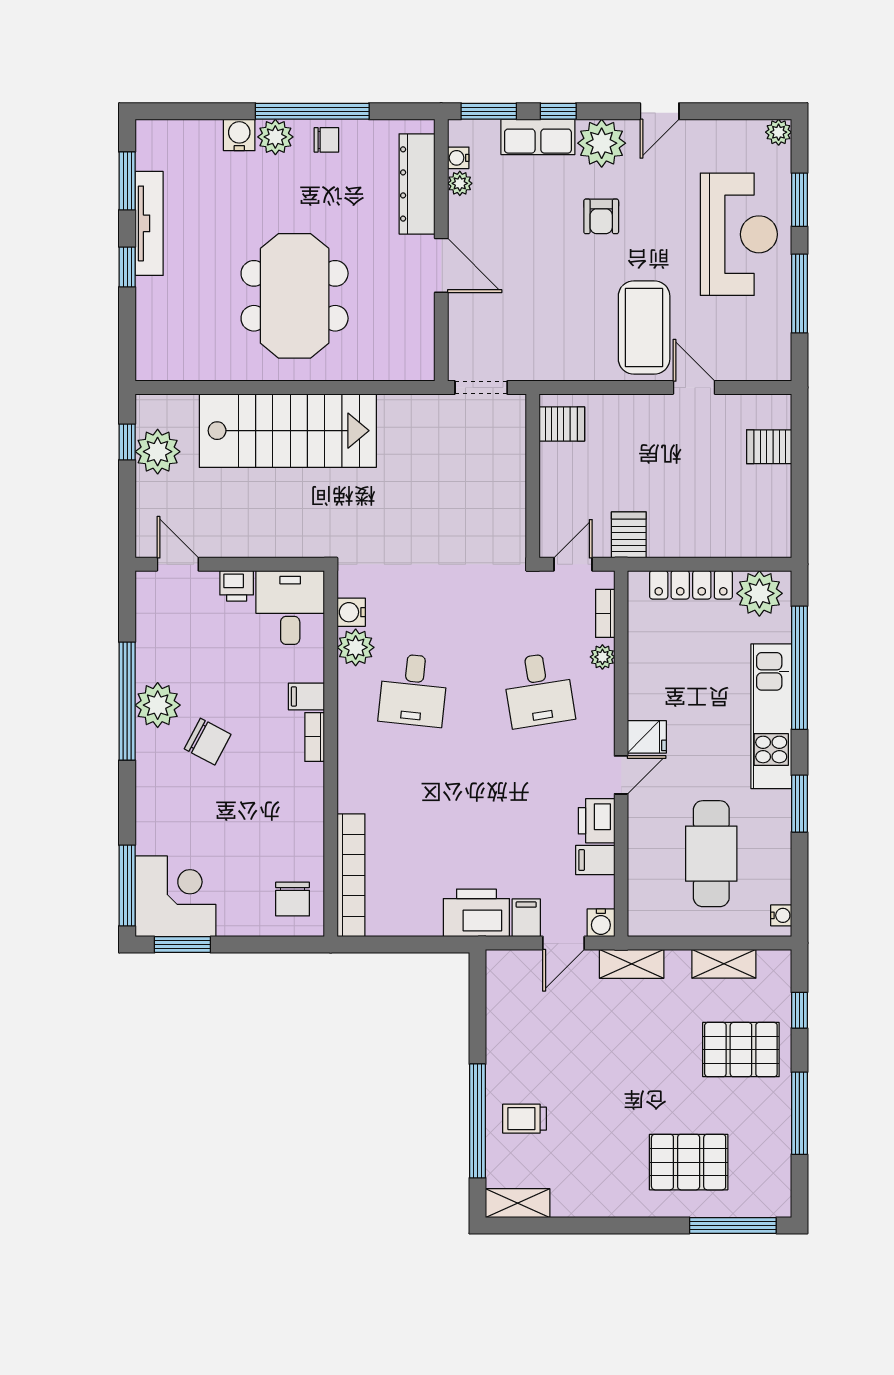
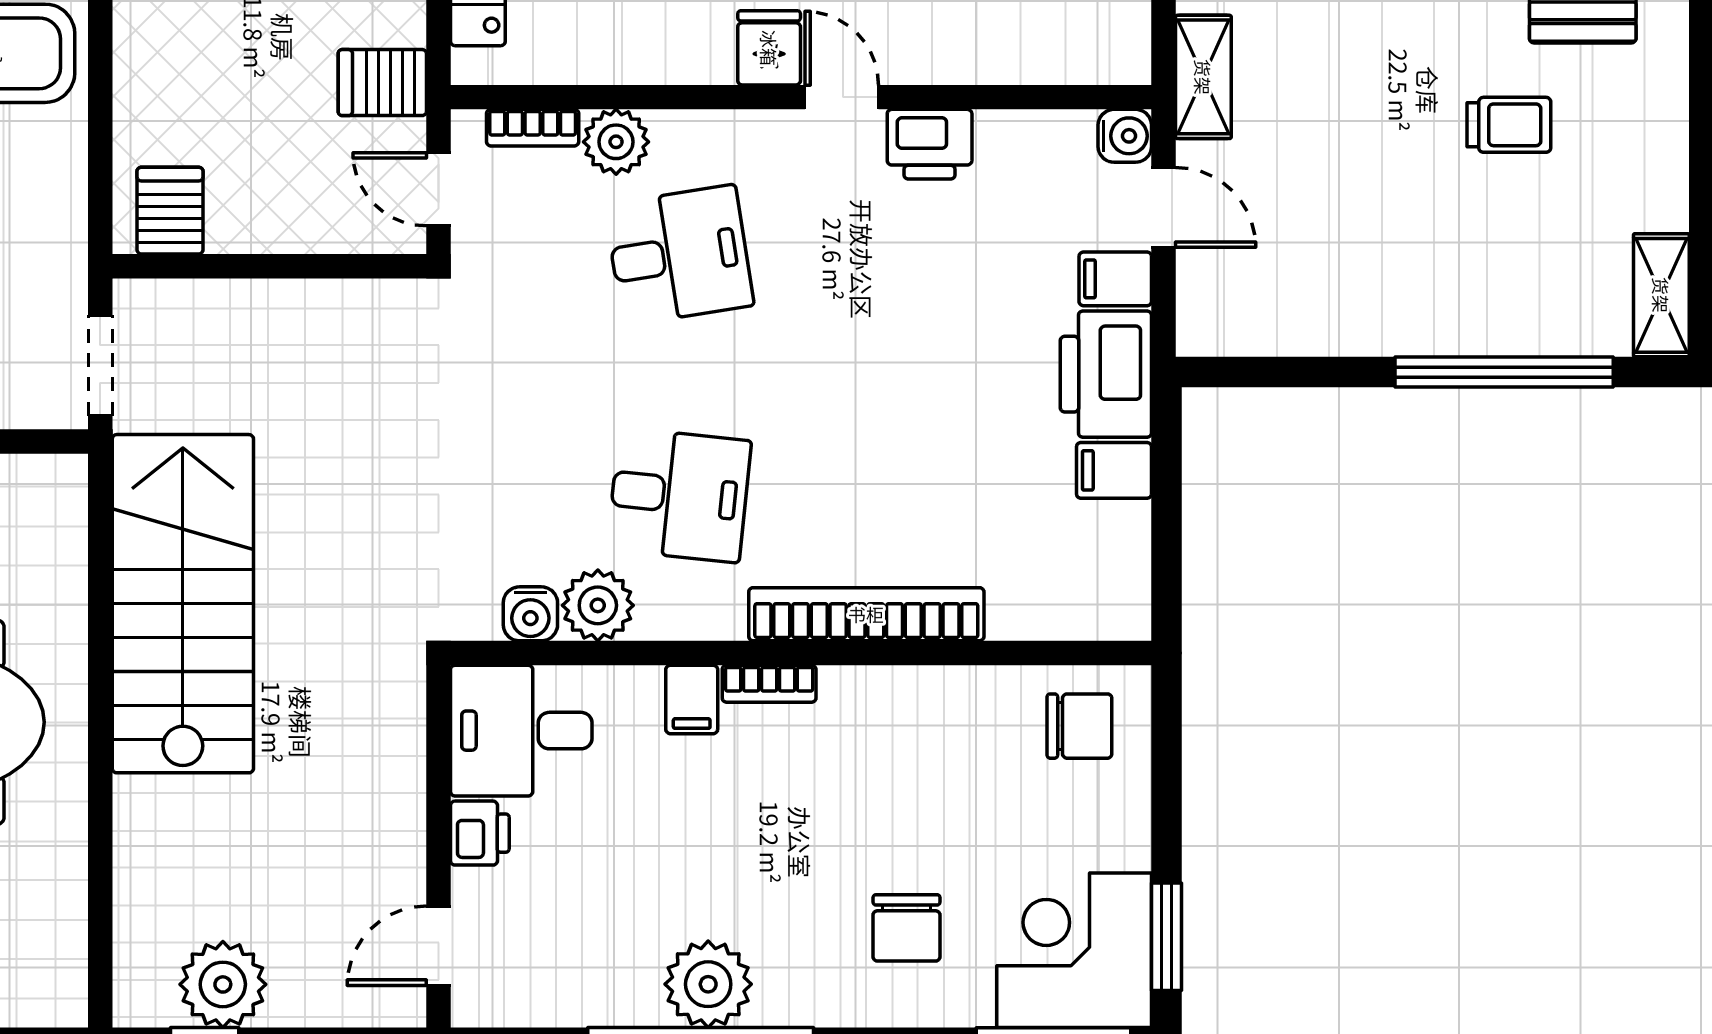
stairs: (288, 431) -> (183, 604), moved
plant: (602, 657) -> (616, 142), width x1.38, depth x1.38
chair: (208, 742) -> (907, 928), moved, turned 152
filing cabinet: (595, 860) -> (1114, 470), moved, turned 90
bookcase: (351, 875) -> (866, 614), moved
trolley: (525, 1119) -> (1509, 125), moved, turned -90

